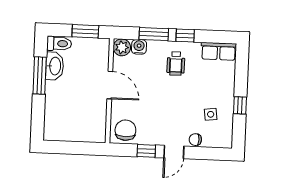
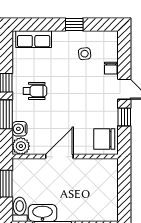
row of seats: (219, 51) -> (34, 39), moved, turned 90

